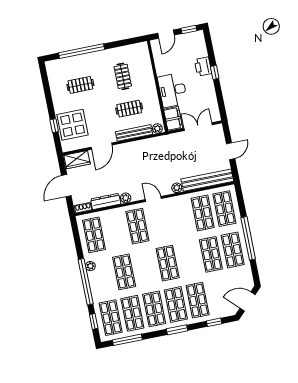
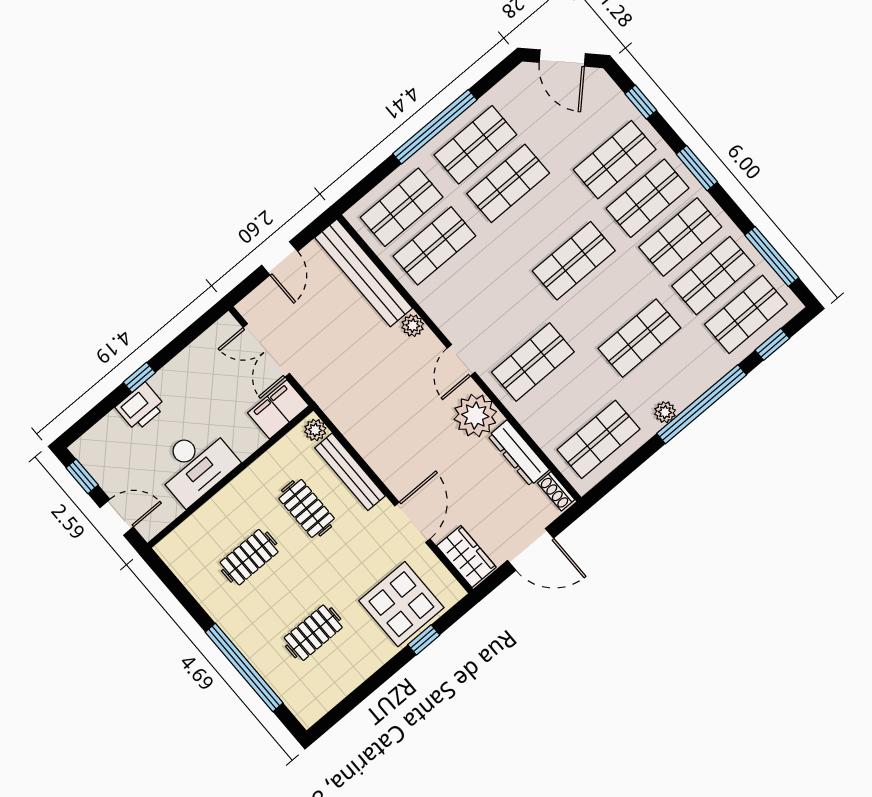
clothes rail: (80, 85) -> (313, 633), turned 90
desk: (172, 90) -> (195, 465), moved
door: (102, 146) -> (412, 522), hinge flipped
door: (231, 151) -> (280, 258), swing flipped
plant: (126, 198) -> (475, 415), width x1.87, depth x1.87

